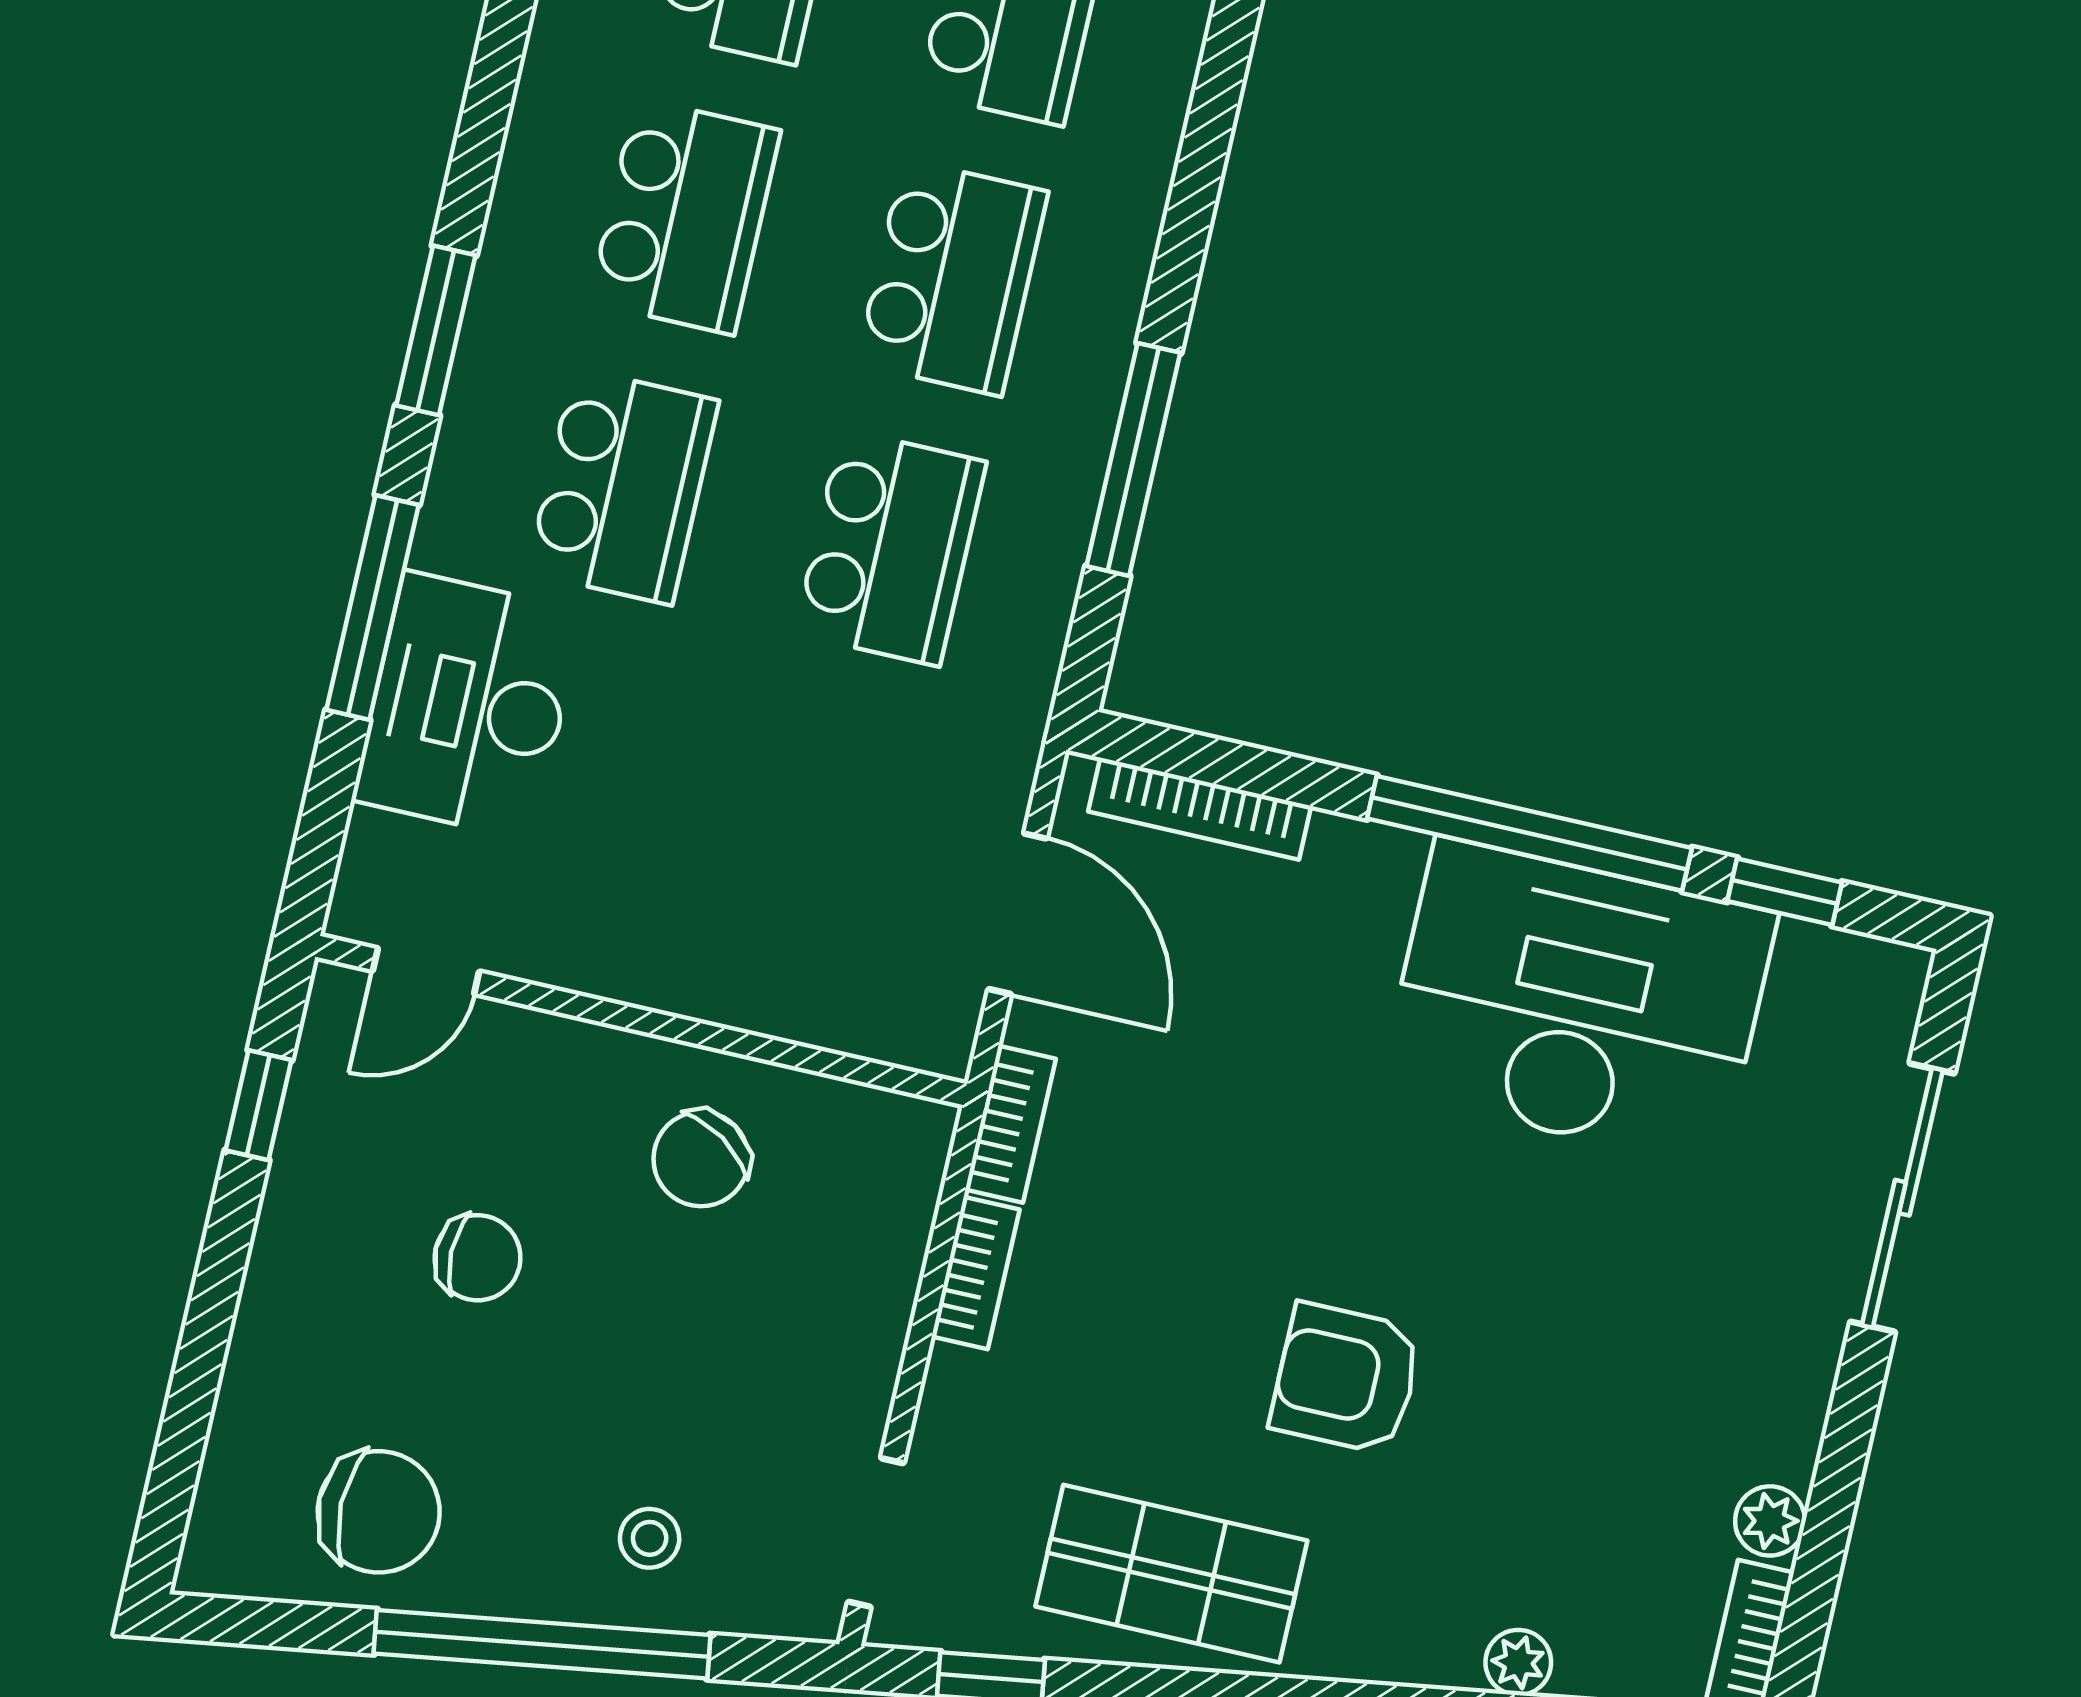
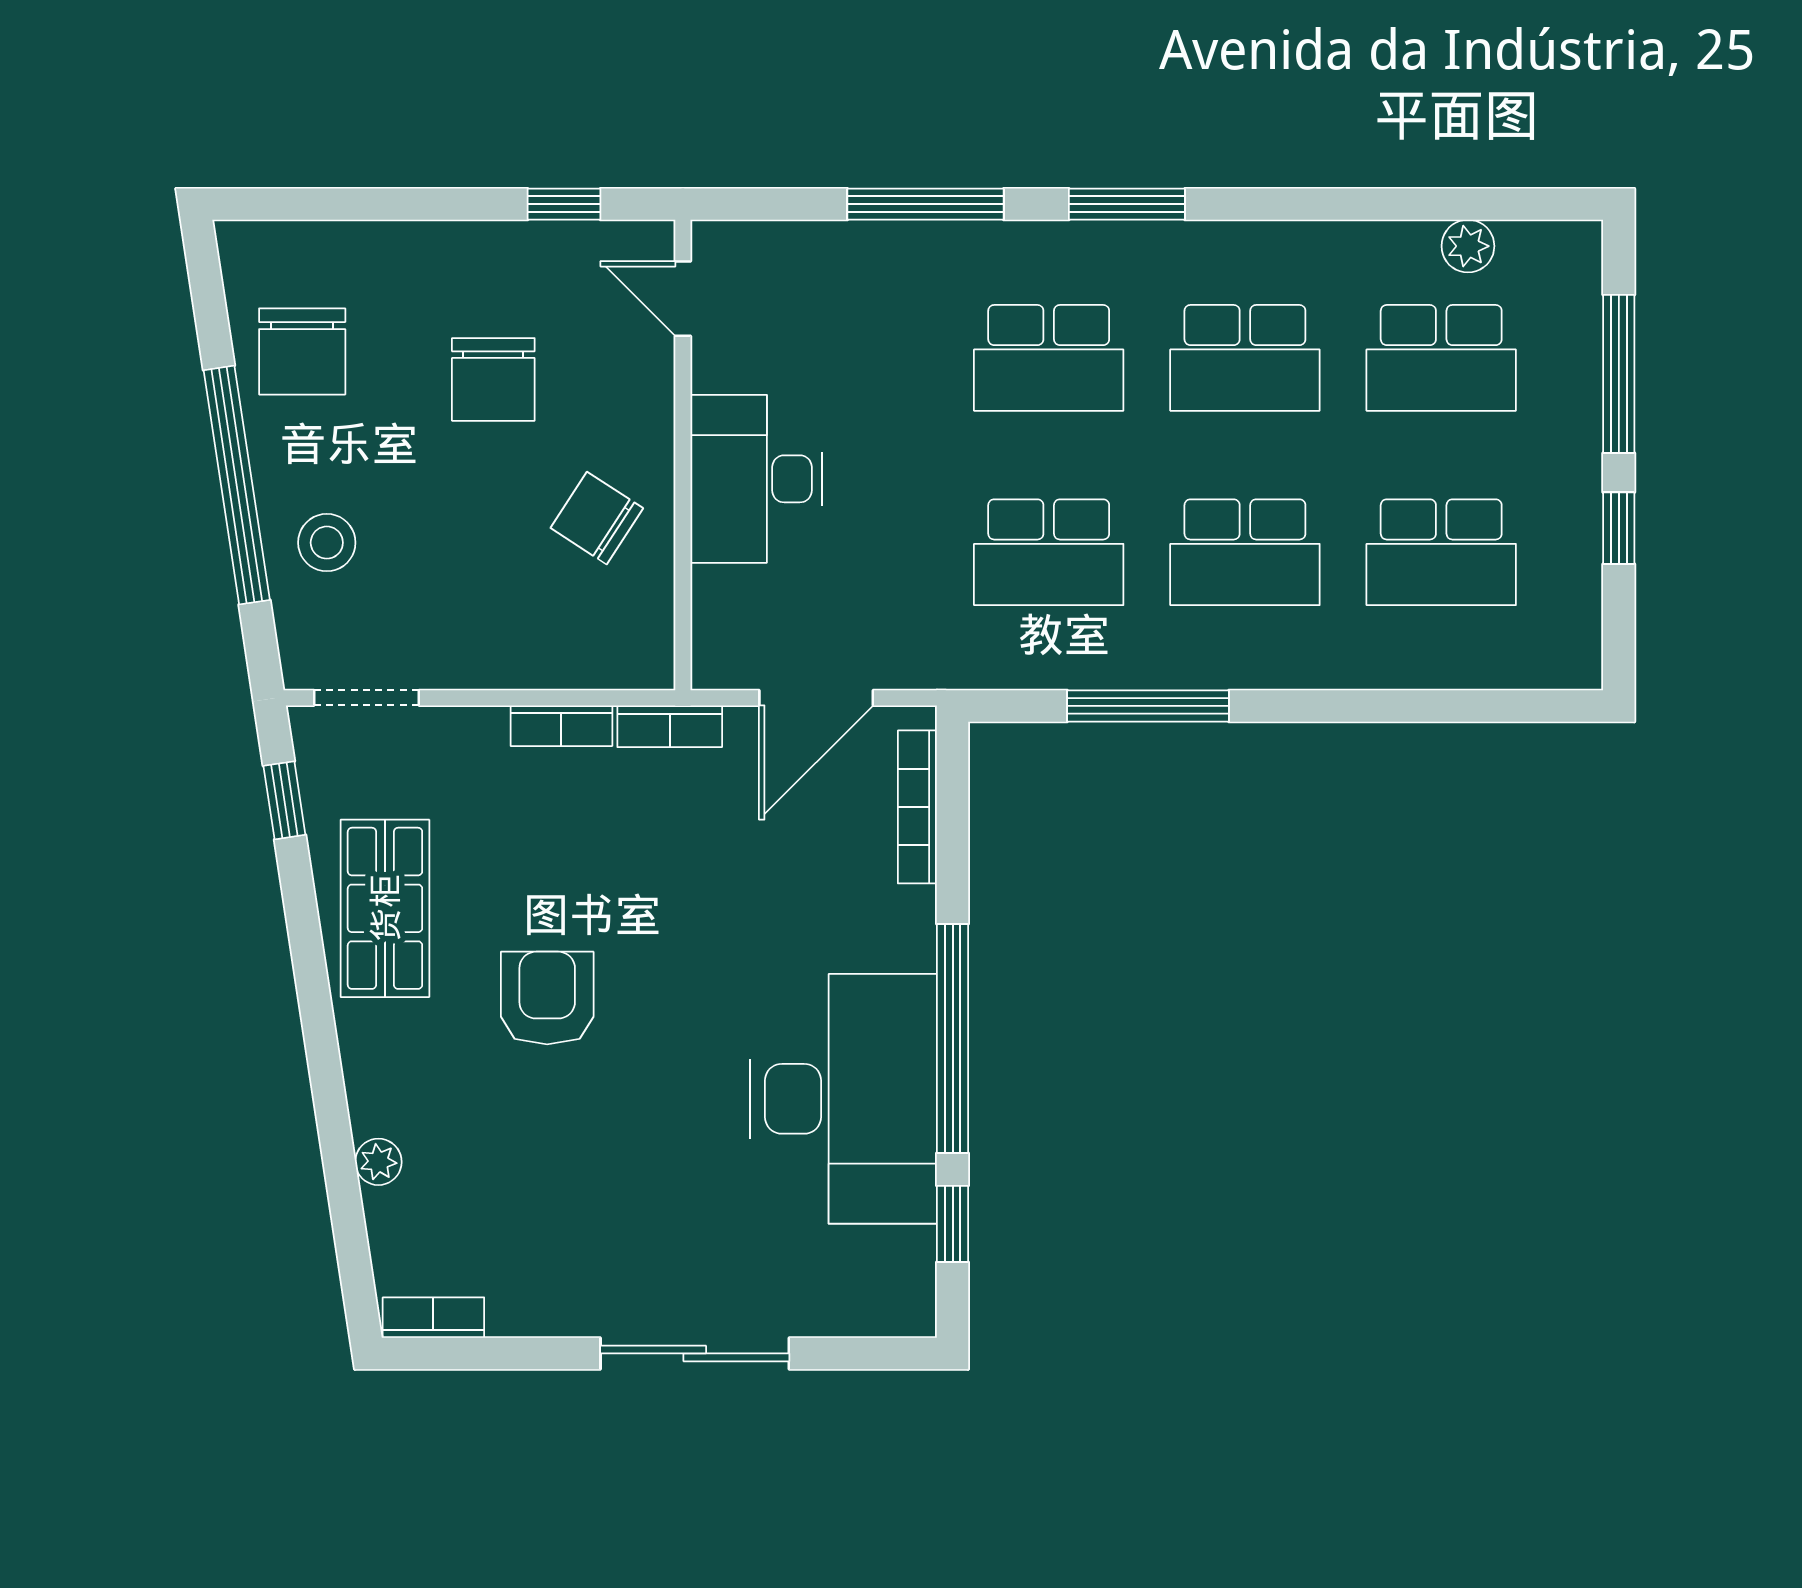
desk: (468, 706) -> (756, 479), moved, turned -90
sliding door: (1902, 1198) -> (695, 1353), moved
chair: (478, 1258) -> (493, 379), width x1.37, depth x1.37
plant: (1770, 1521) -> (516, 1313), removed
stool: (650, 1538) -> (327, 543), width x1.37, depth x1.37

